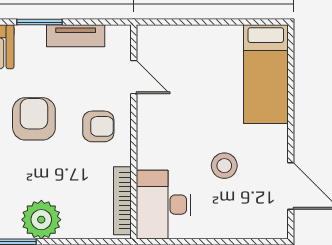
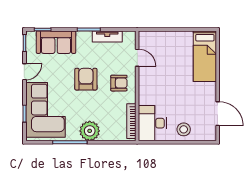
stool: (224, 166) -> (184, 129), moved

